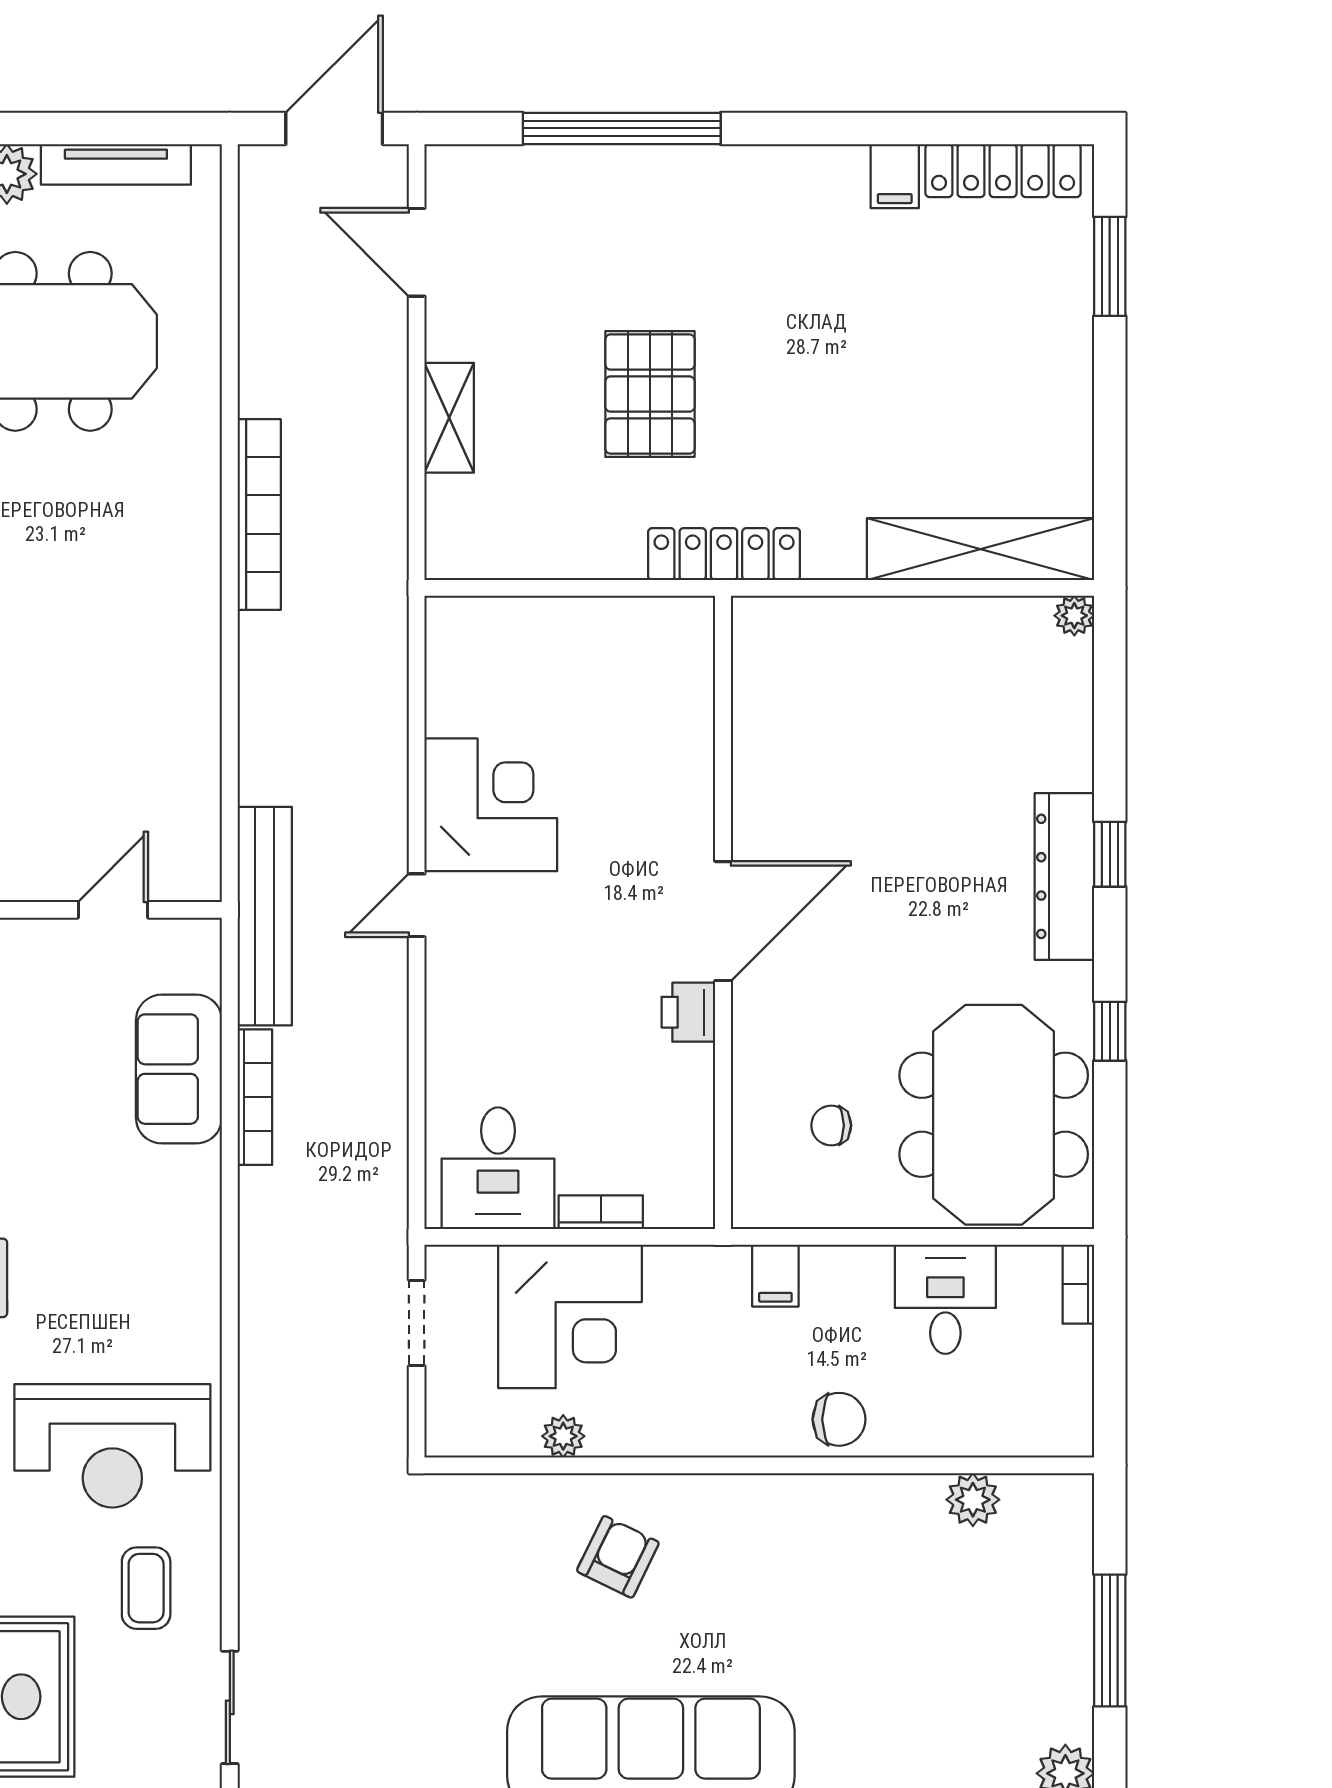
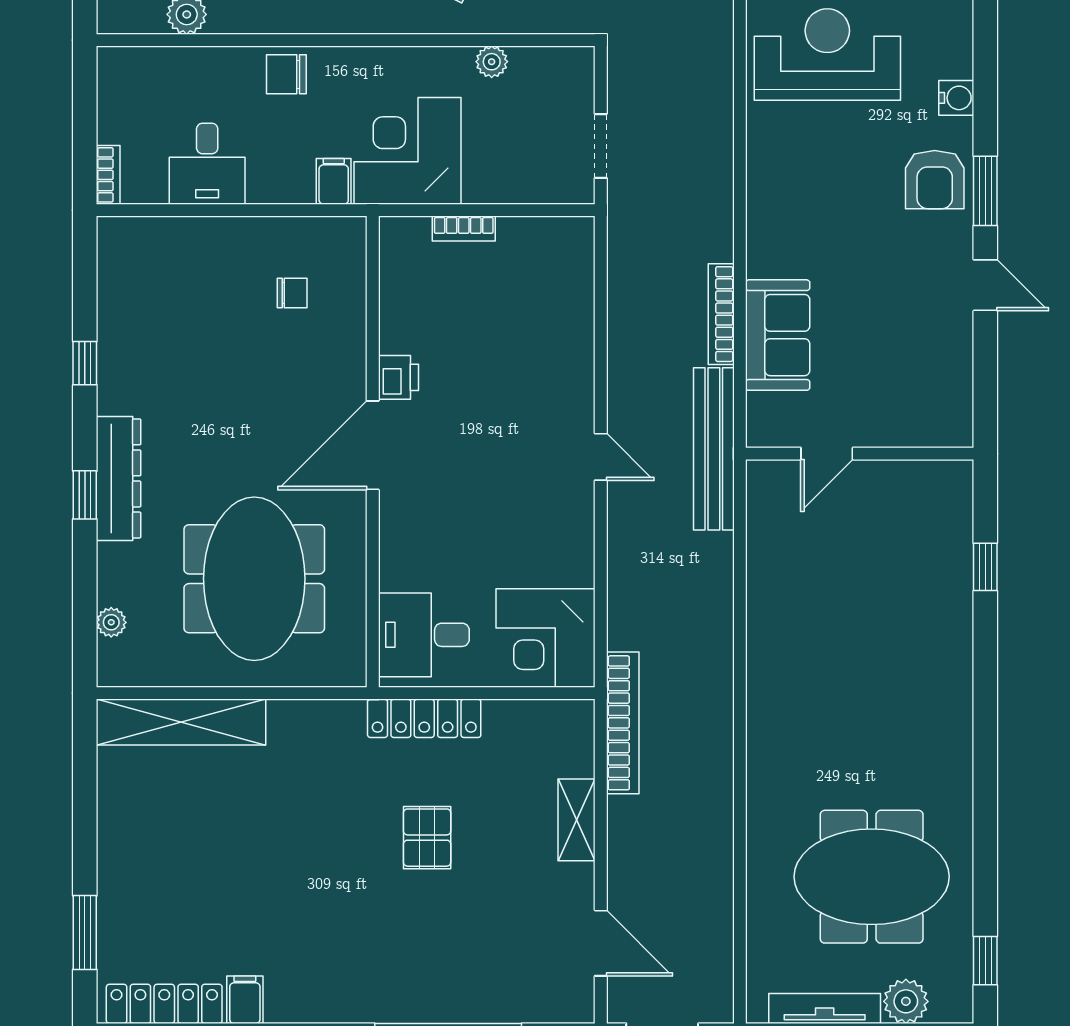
pallet: (650, 394) -> (427, 838), width x0.67, depth x0.71
bookcase: (259, 515) -> (623, 723), moved, turned 180
locker: (724, 554) -> (424, 718), moved
plant: (1074, 616) -> (111, 622), moved
corner desk: (491, 805) -> (546, 638), moved
door: (417, 905) -> (601, 457), hinge flipped
meeting table: (994, 1115) -> (254, 579), moved
desk: (498, 1168) -> (424, 635), moved, turned -90
corner desk: (570, 1316) -> (408, 151), moved

